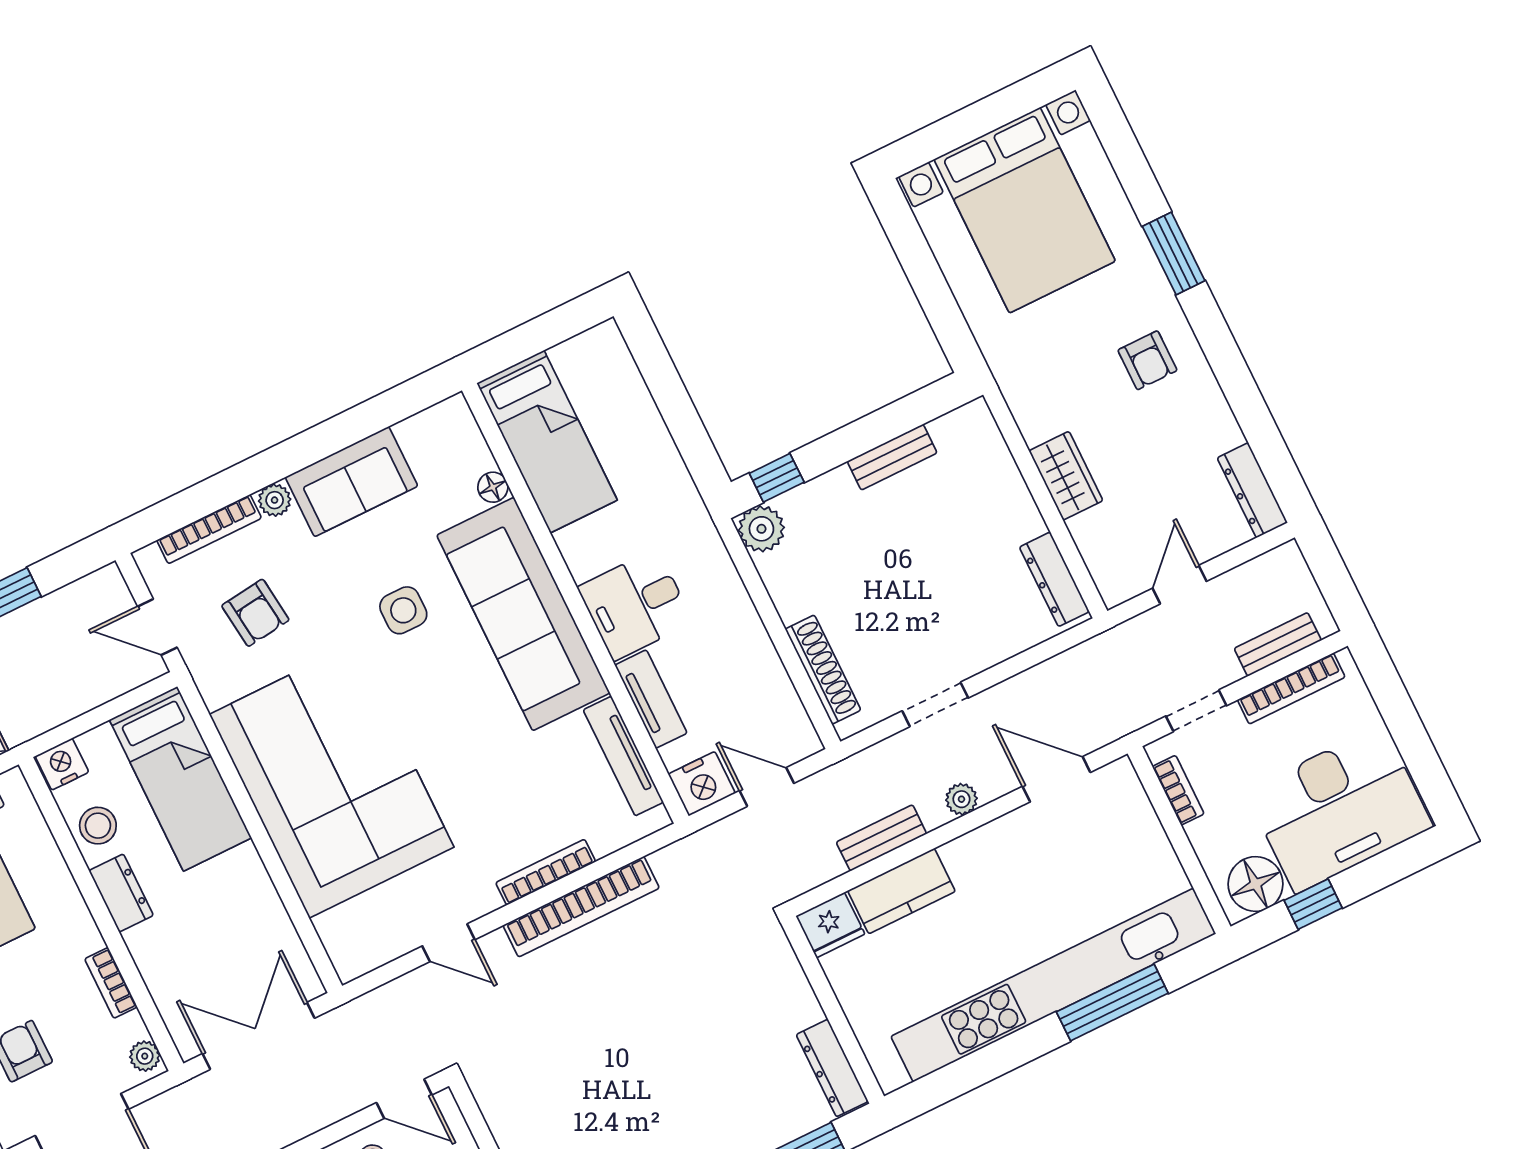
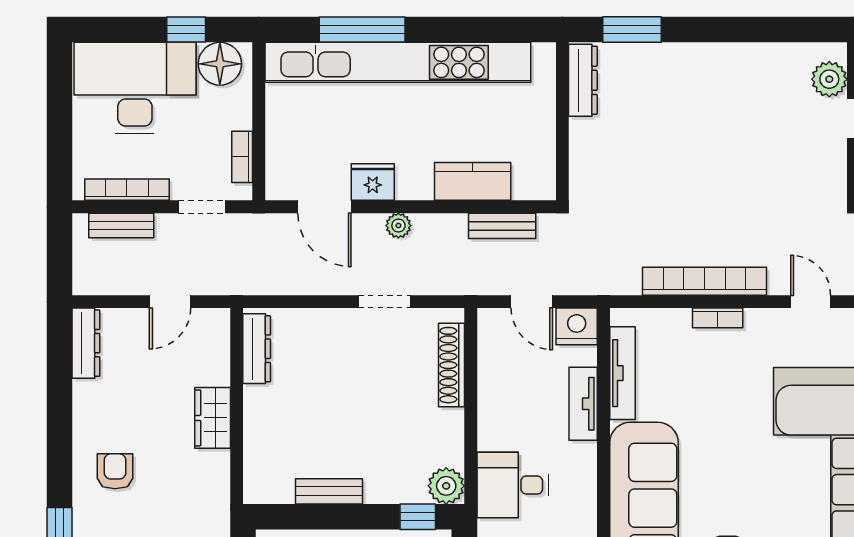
desk: (635, 605) -> (513, 485), moved, turned 180
bench: (881, 838) -> (502, 226), moved
bookcase: (546, 872) -> (718, 318), width x0.64
fridge: (830, 925) -> (373, 182), moved

